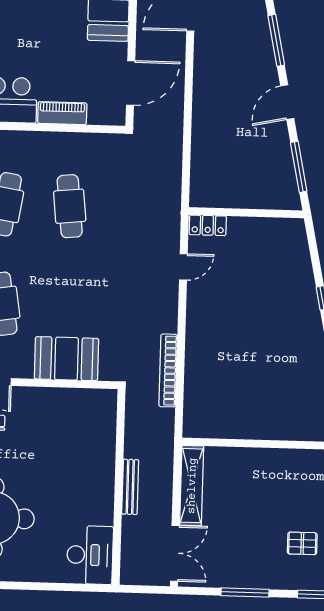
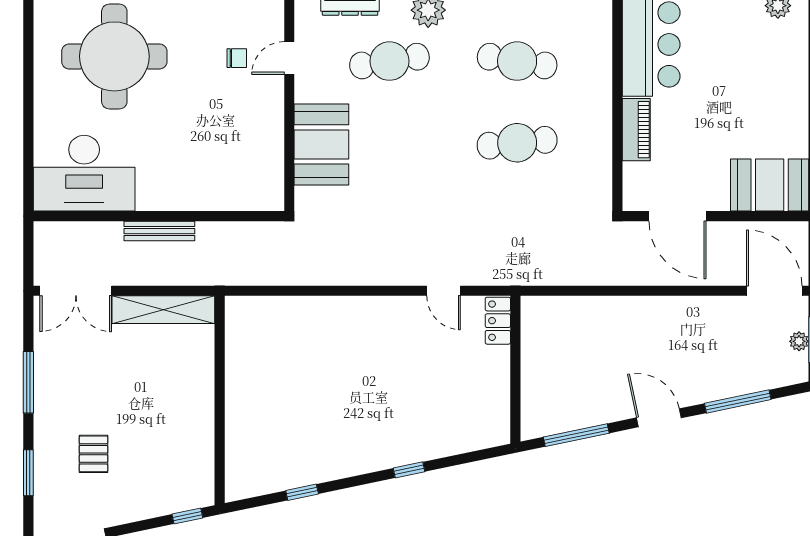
bookcase: (168, 370) -> (310, 275), removed
desk: (90, 555) -> (84, 173), width x1.36, depth x1.30

